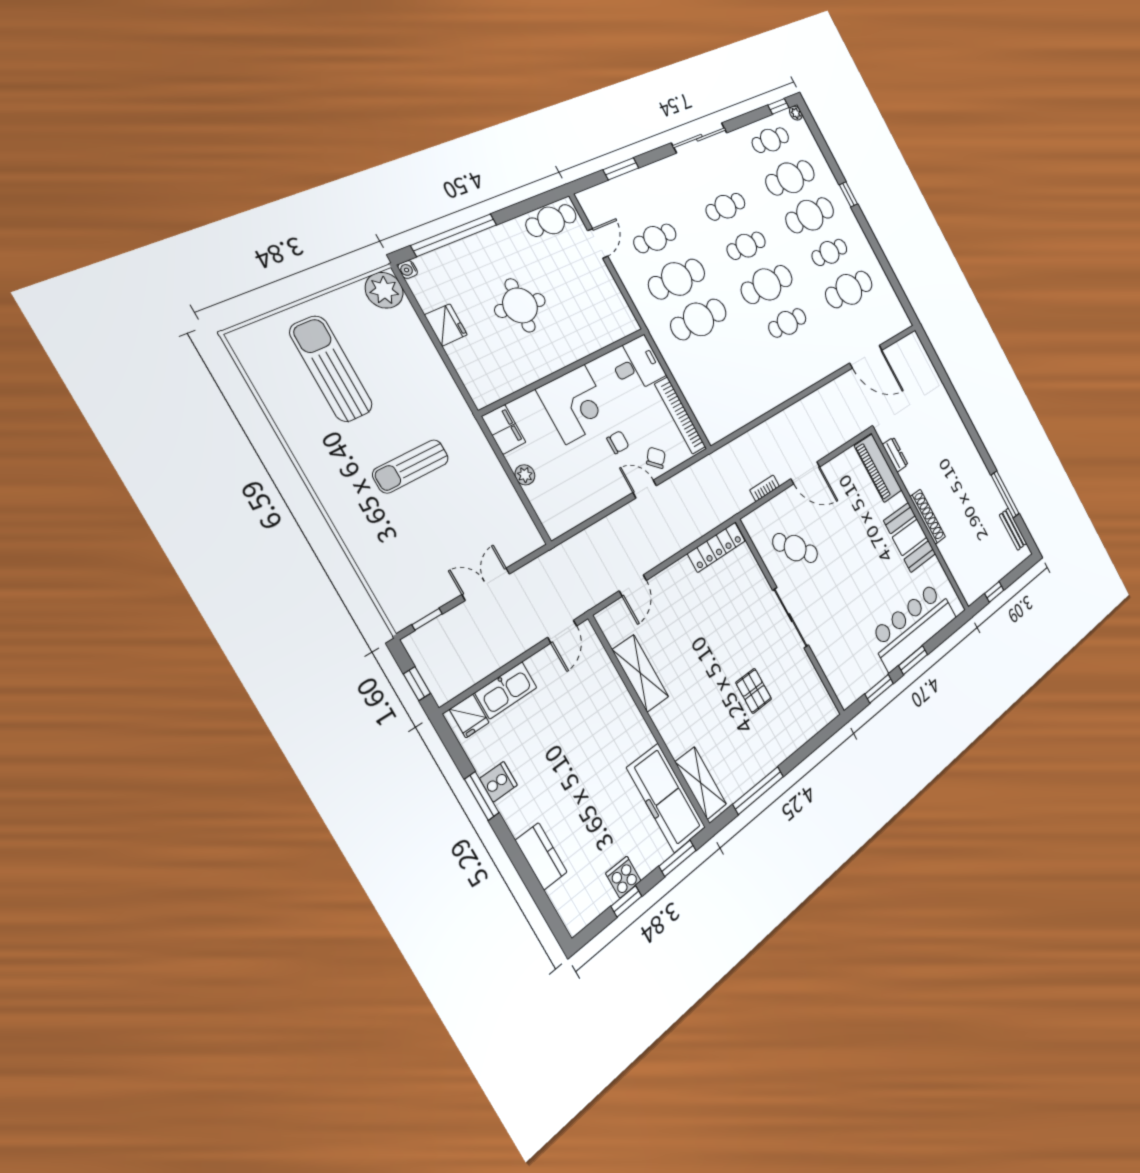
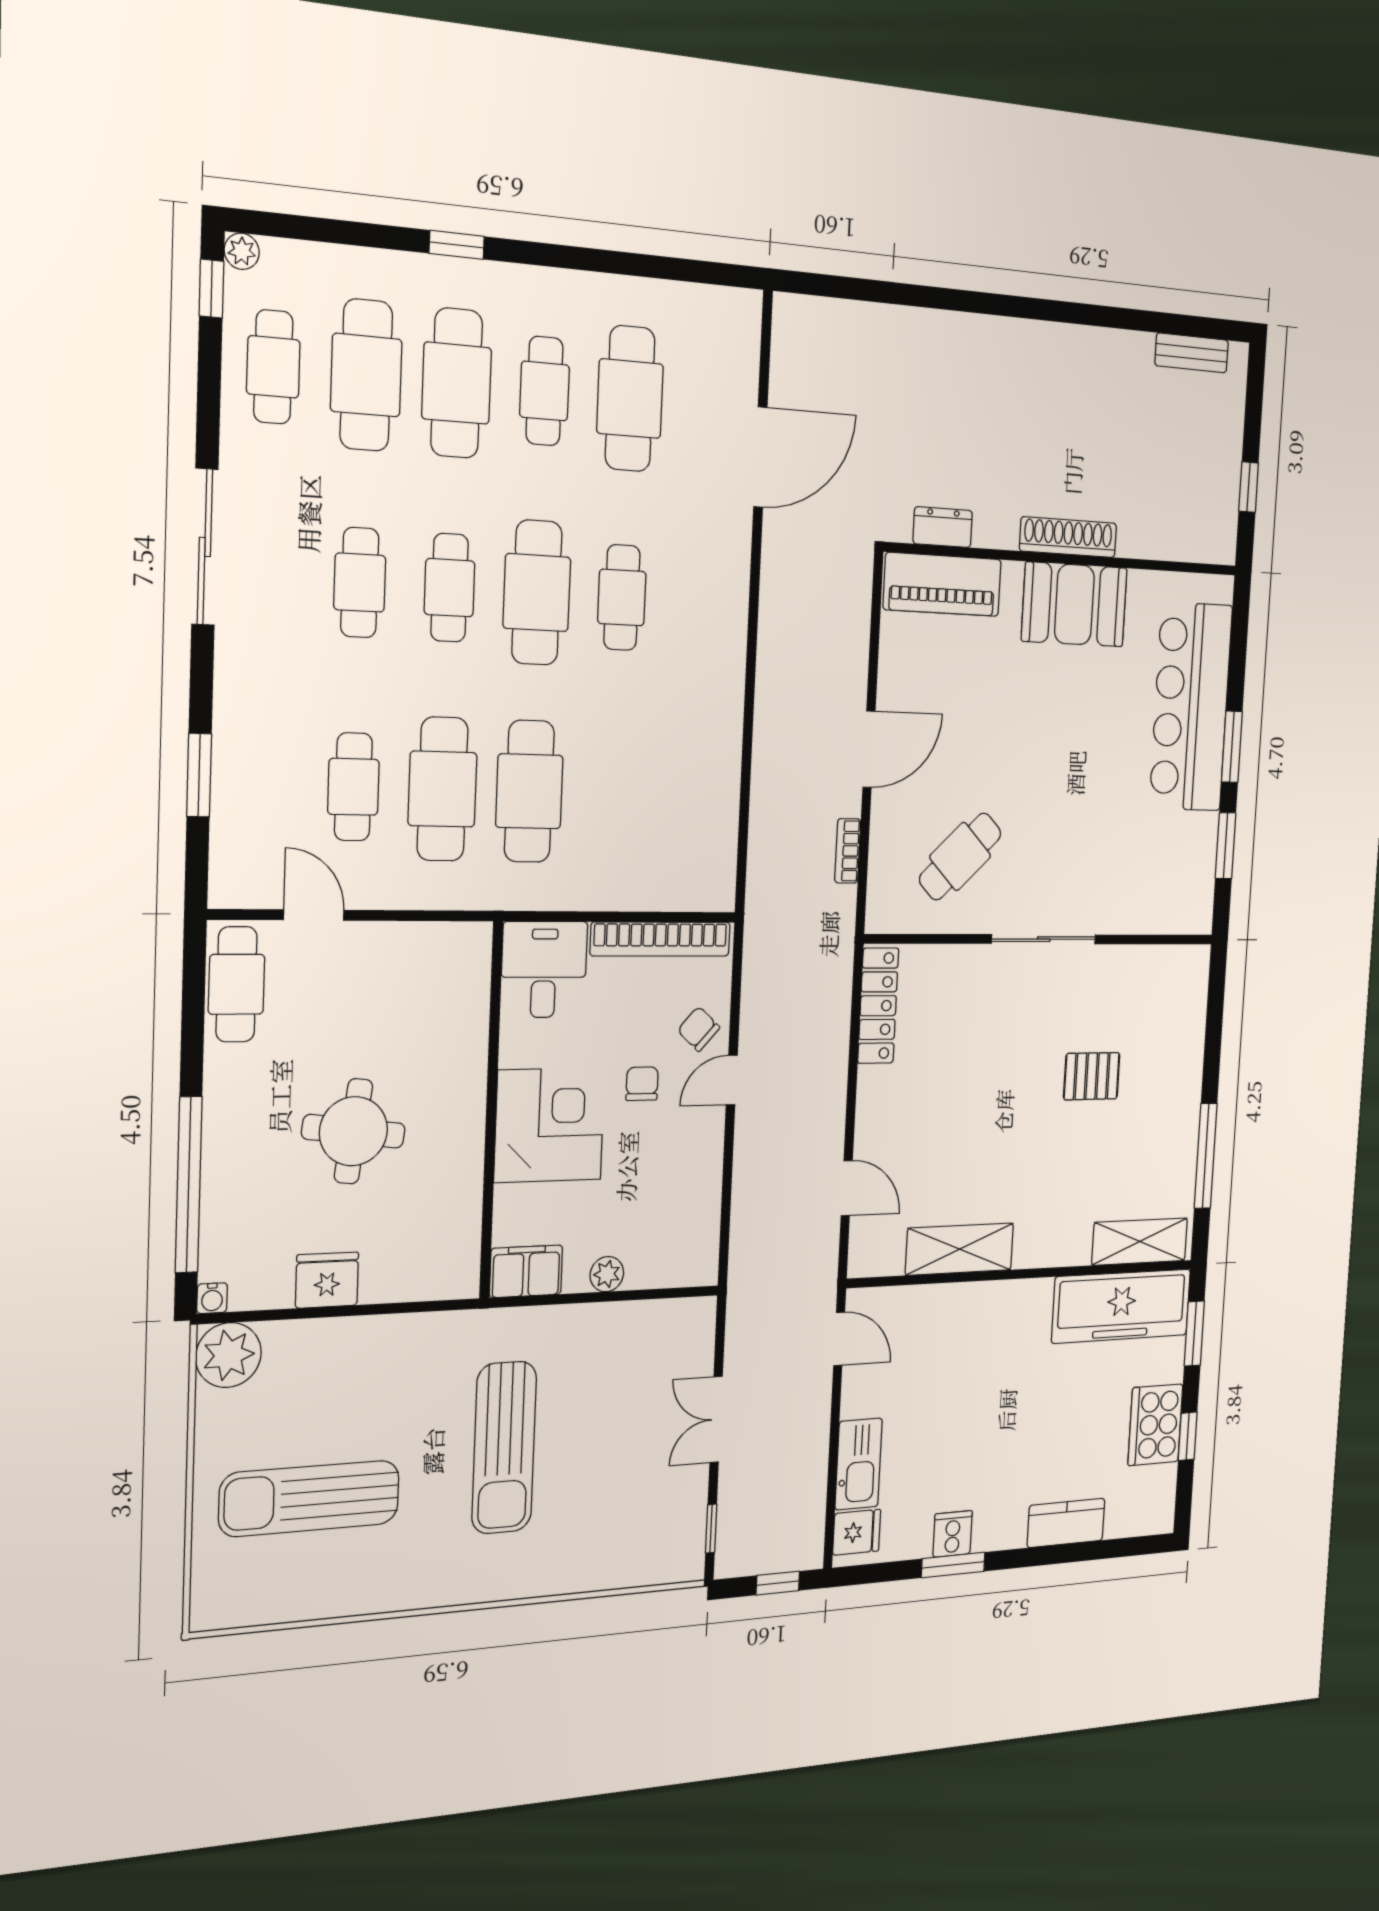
sun lounger: (411, 466) -> (504, 1448), width x1.36, depth x1.34
window: (1005, 494) -> (1134, 320), removed
cooker: (623, 877) -> (1155, 1425), width x1.87, depth x1.31

